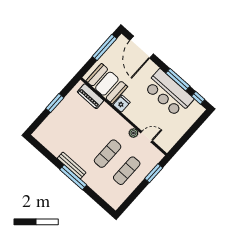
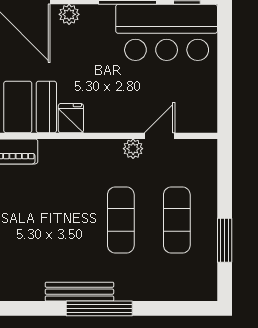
plant: (153, 68) -> (69, 14), added
bar counter: (169, 93) -> (167, 32), moved
window: (154, 173) -> (225, 240), moved

